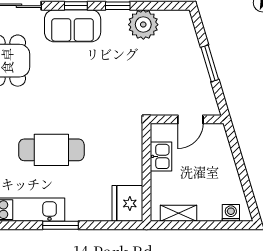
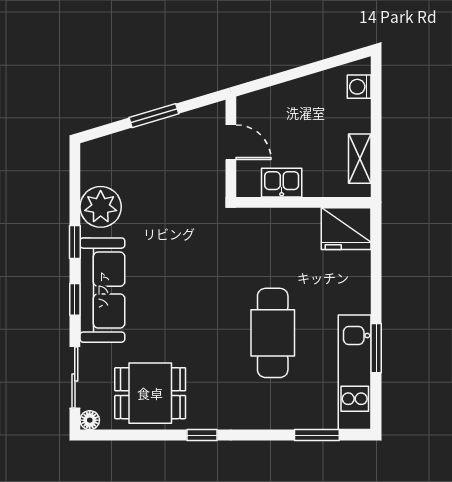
sofa: (73, 26) -> (102, 290), width x1.36
window: (60, 225) -> (376, 348), moved

